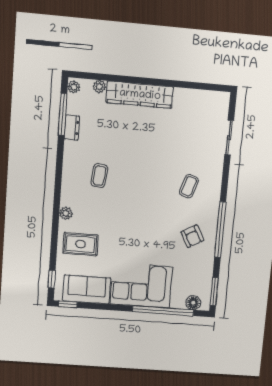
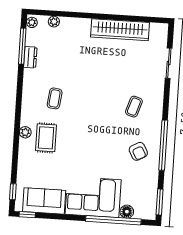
wardrobe: (140, 95) -> (120, 30), moved
rug: (80, 244) -> (46, 138), moved, turned 90
floor lamp: (193, 303) -> (127, 212), moved

